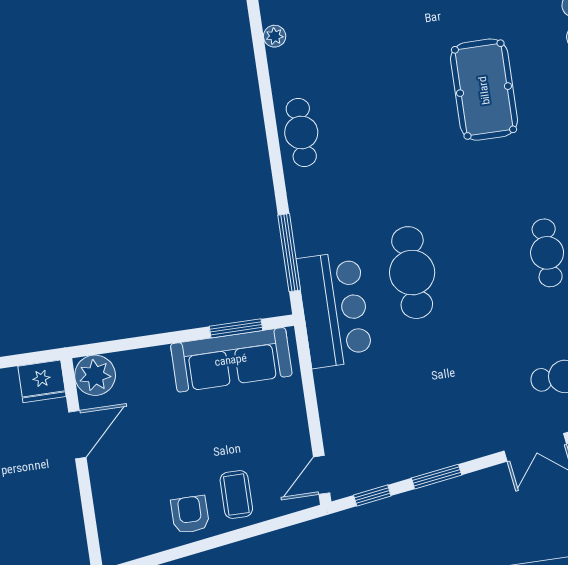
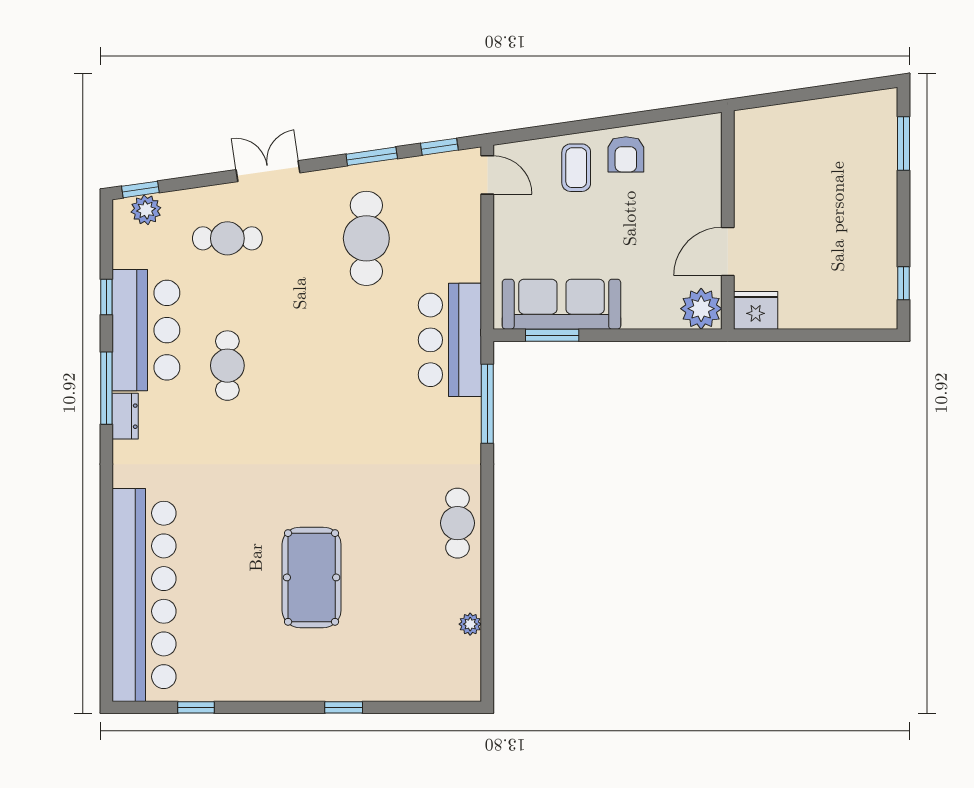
pool table: (484, 90) -> (312, 577), moved
cafe table: (412, 273) -> (366, 238), moved
door: (322, 475) -> (487, 175), hinge flipped

